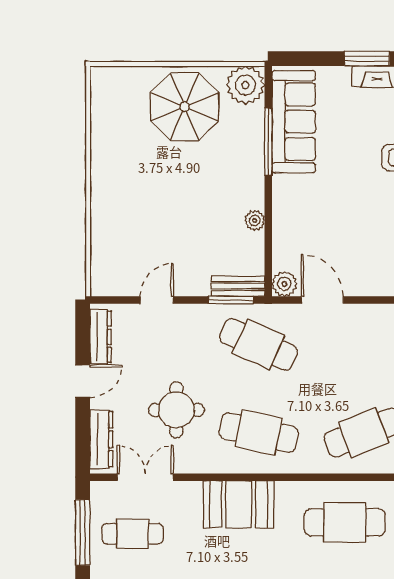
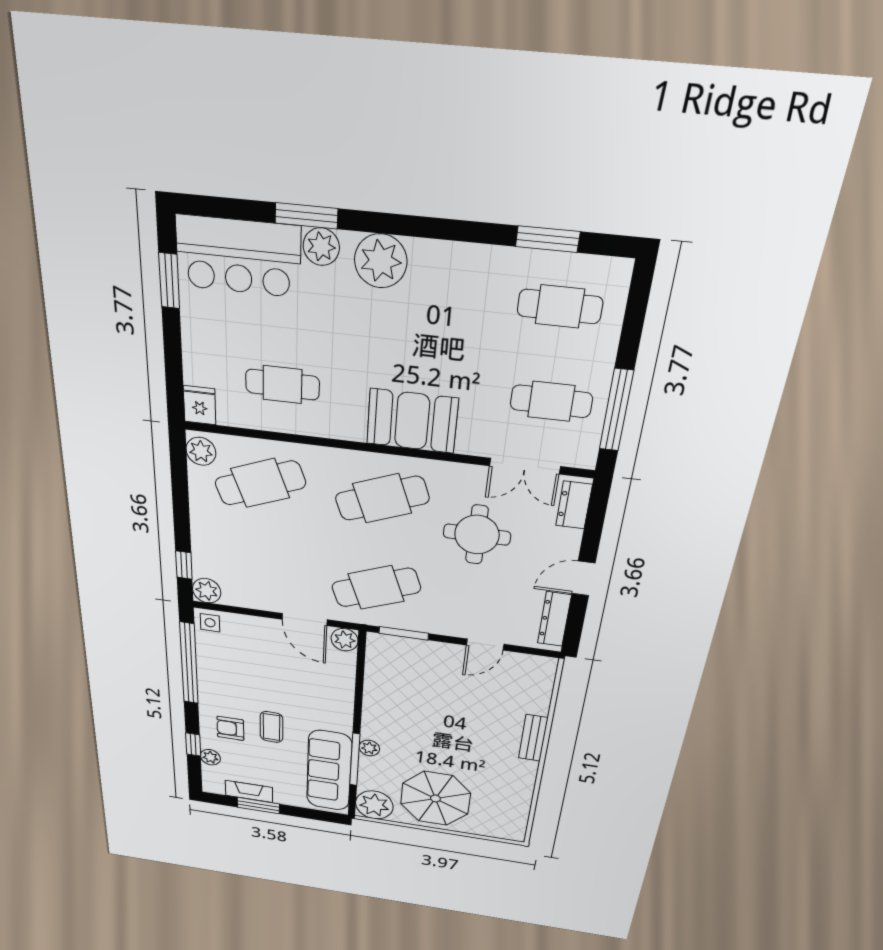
coffee table: (353, 167) -> (271, 727), added
plant: (255, 220) -> (369, 748), moved
bench: (238, 286) -> (533, 738), moved, turned 90
cafe table: (259, 345) -> (376, 587), turned -45
cafe table: (259, 433) -> (382, 498), turned -33
dresser: (101, 439) -> (574, 505), width x0.70
cafe table: (345, 522) -> (282, 385), width x0.73, depth x0.74

